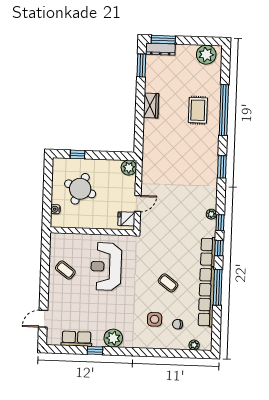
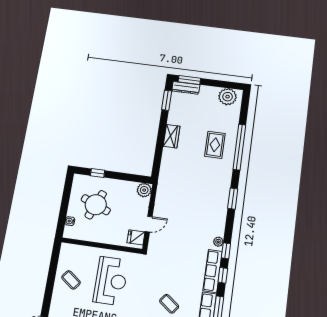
row of seats: (208, 252) -> (213, 271), width x1.48
reception desk: (106, 267) -> (111, 281), turned 180

